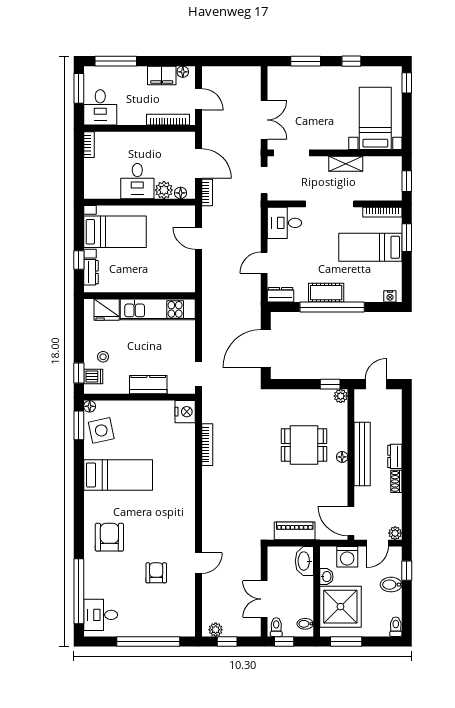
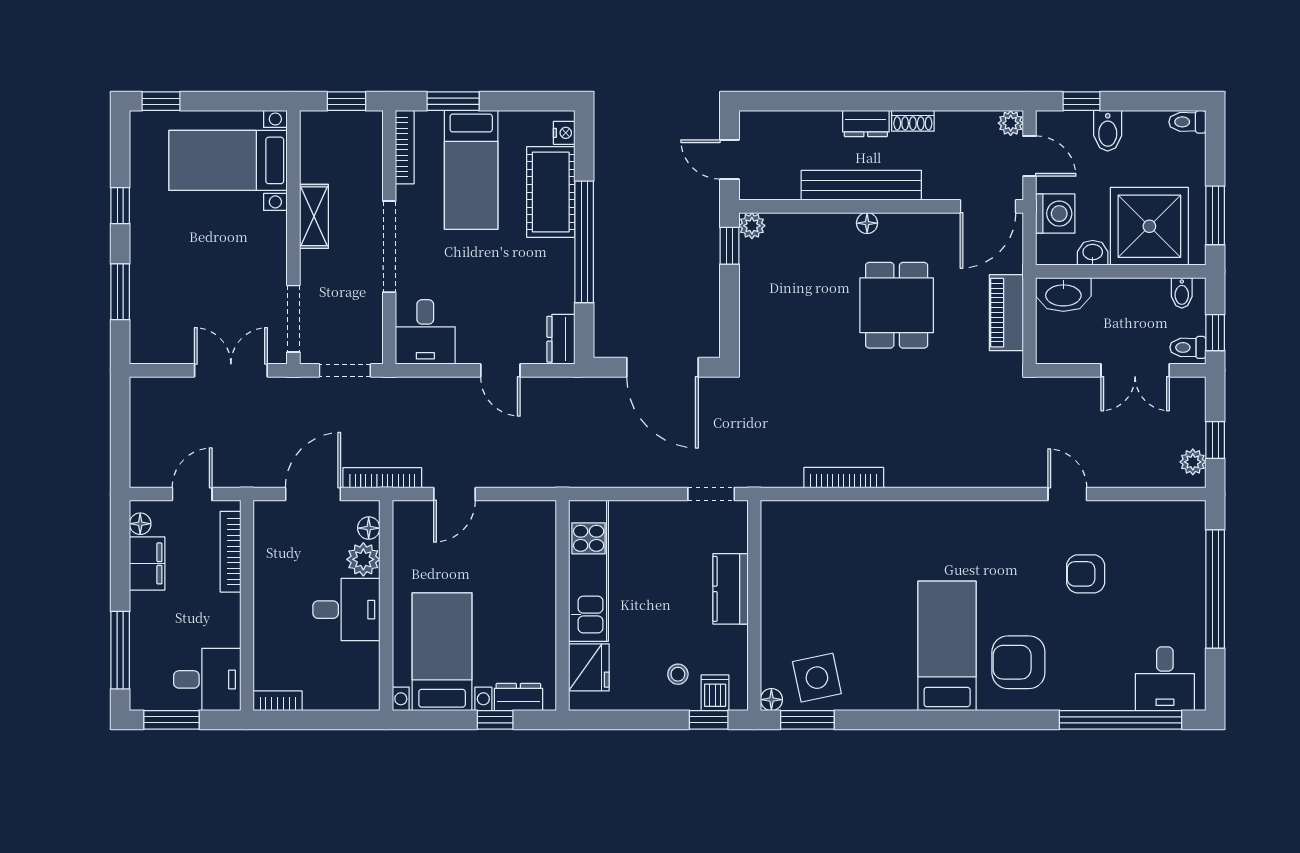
bookcase: (207, 193) -> (382, 478), width x1.56
cot: (326, 293) -> (551, 192), moved, width x1.37, depth x1.34
nightstand: (185, 412) -> (782, 519), removed
dining table: (304, 445) -> (897, 305), moved
bed: (118, 475) -> (947, 646), moved

